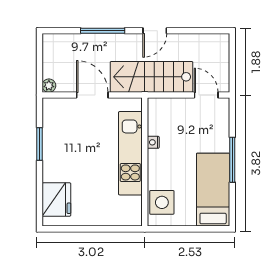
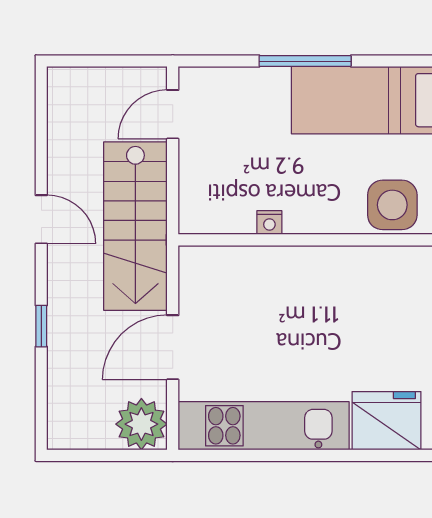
window: (103, 31) -> (41, 326), width x0.46
plant: (49, 86) -> (141, 424), width x1.87, depth x1.87
window: (39, 144) -> (273, 455), removed
kitchen unit: (130, 153) -> (264, 426), moved, turned 180

